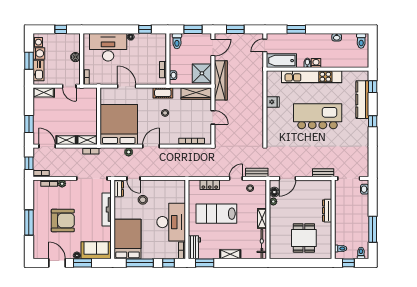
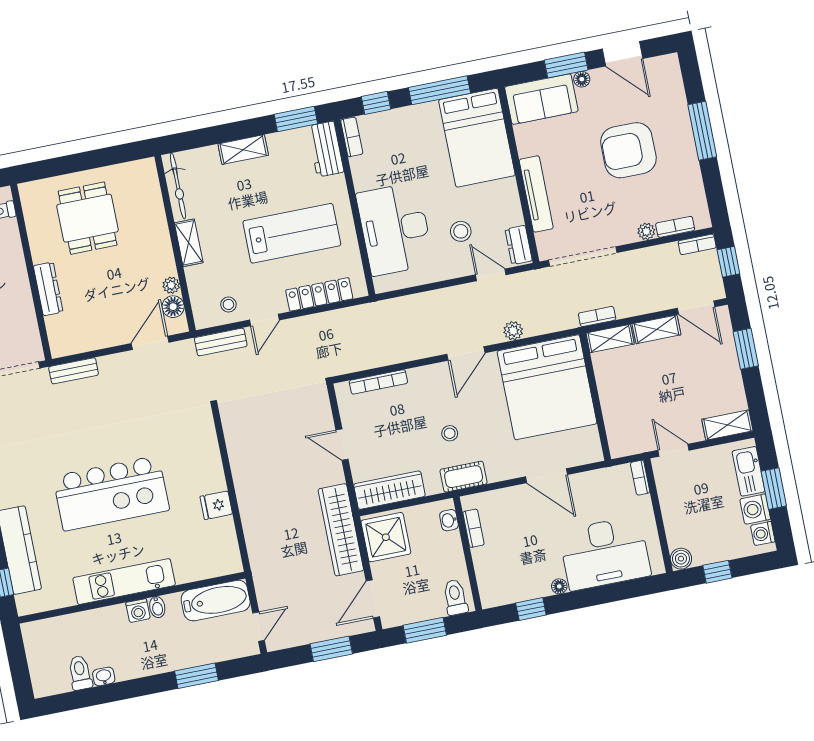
toilet: (361, 41) -> (80, 673), moved
boiler: (75, 57) -> (681, 559), moved
kitchen unit: (312, 77) -> (124, 582), width x0.73
locker: (210, 185) -> (319, 294), width x1.53
desk: (171, 222) -> (395, 229), moved

